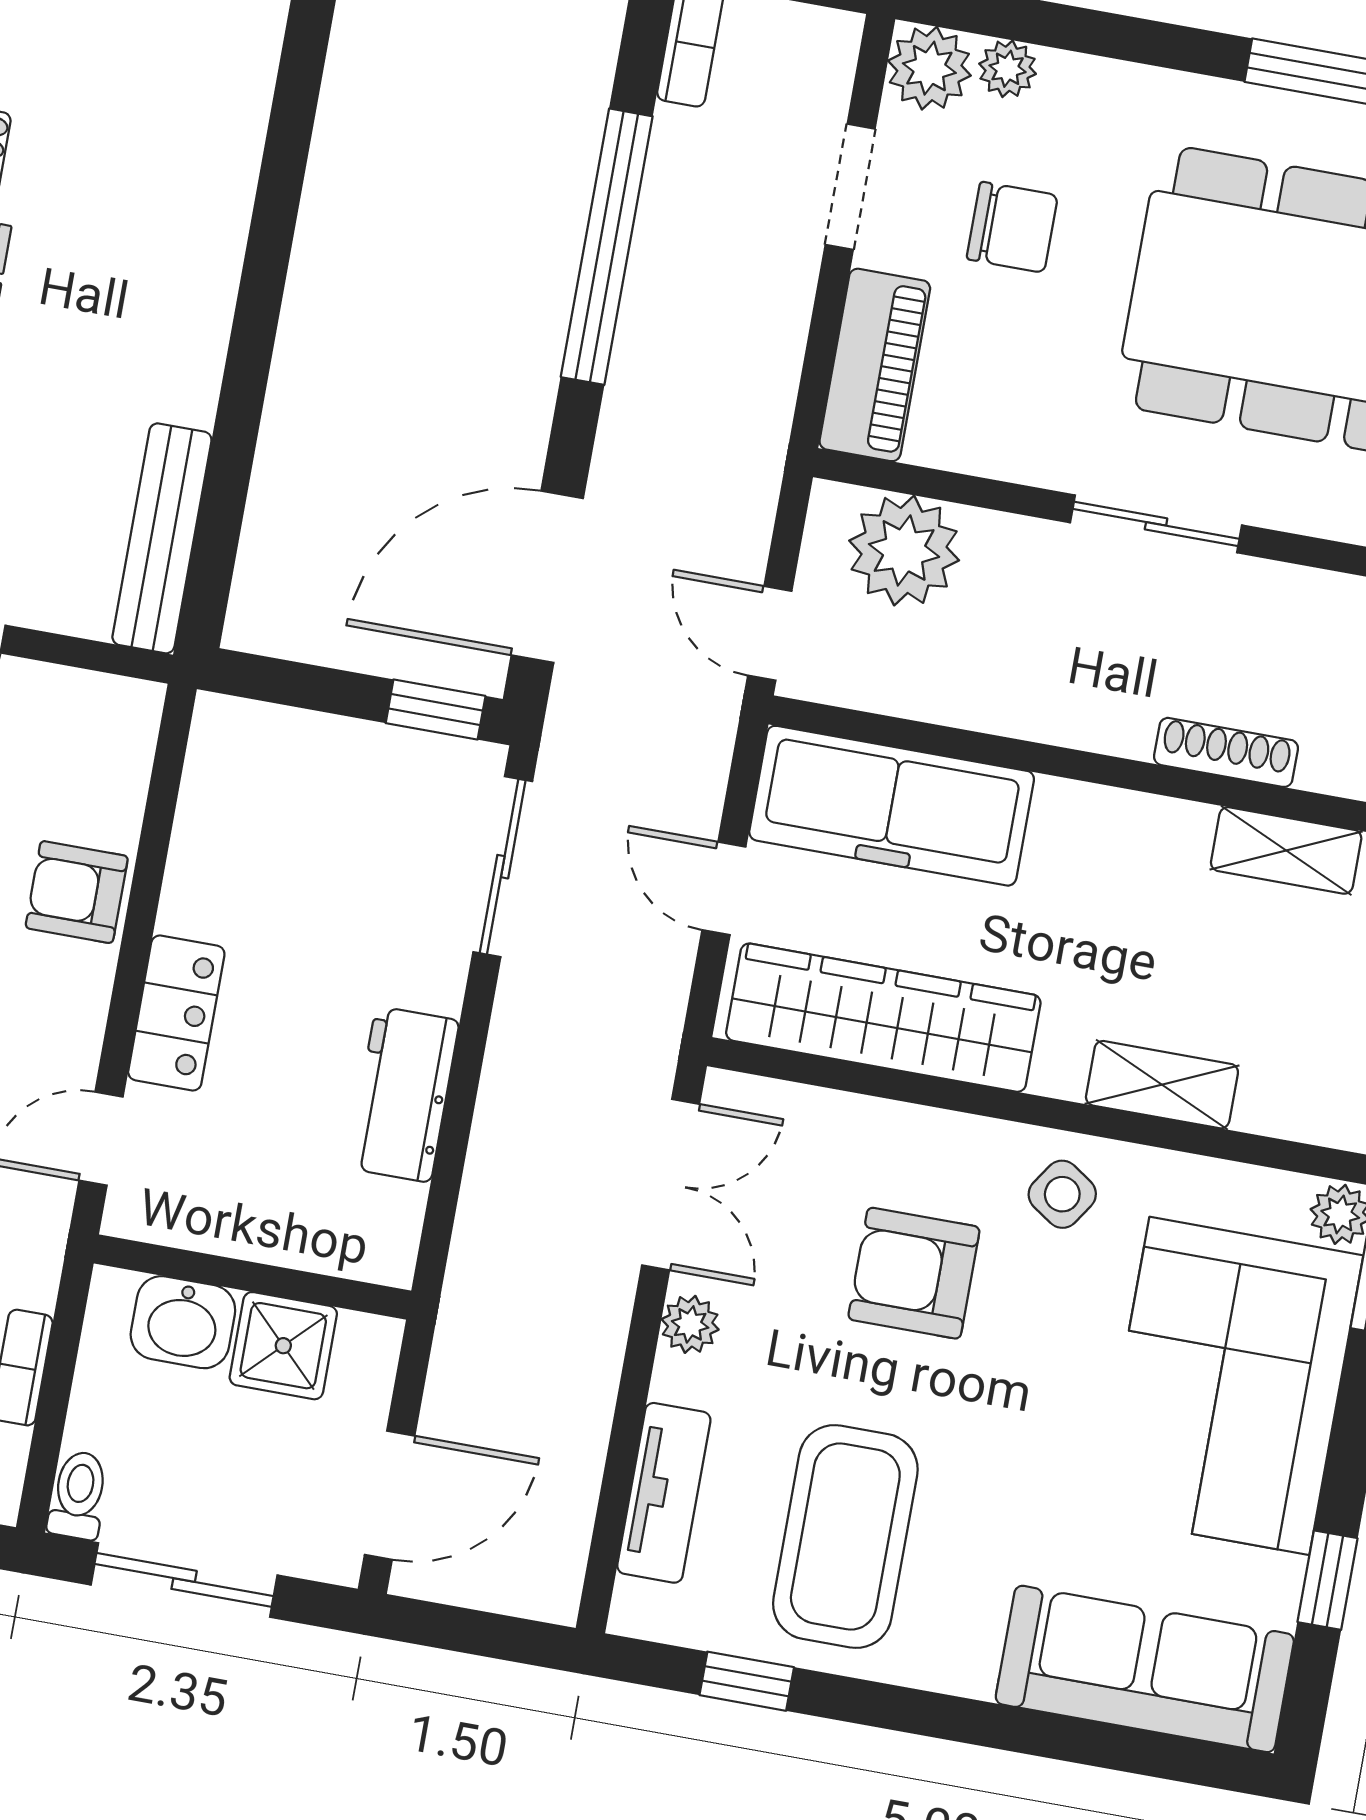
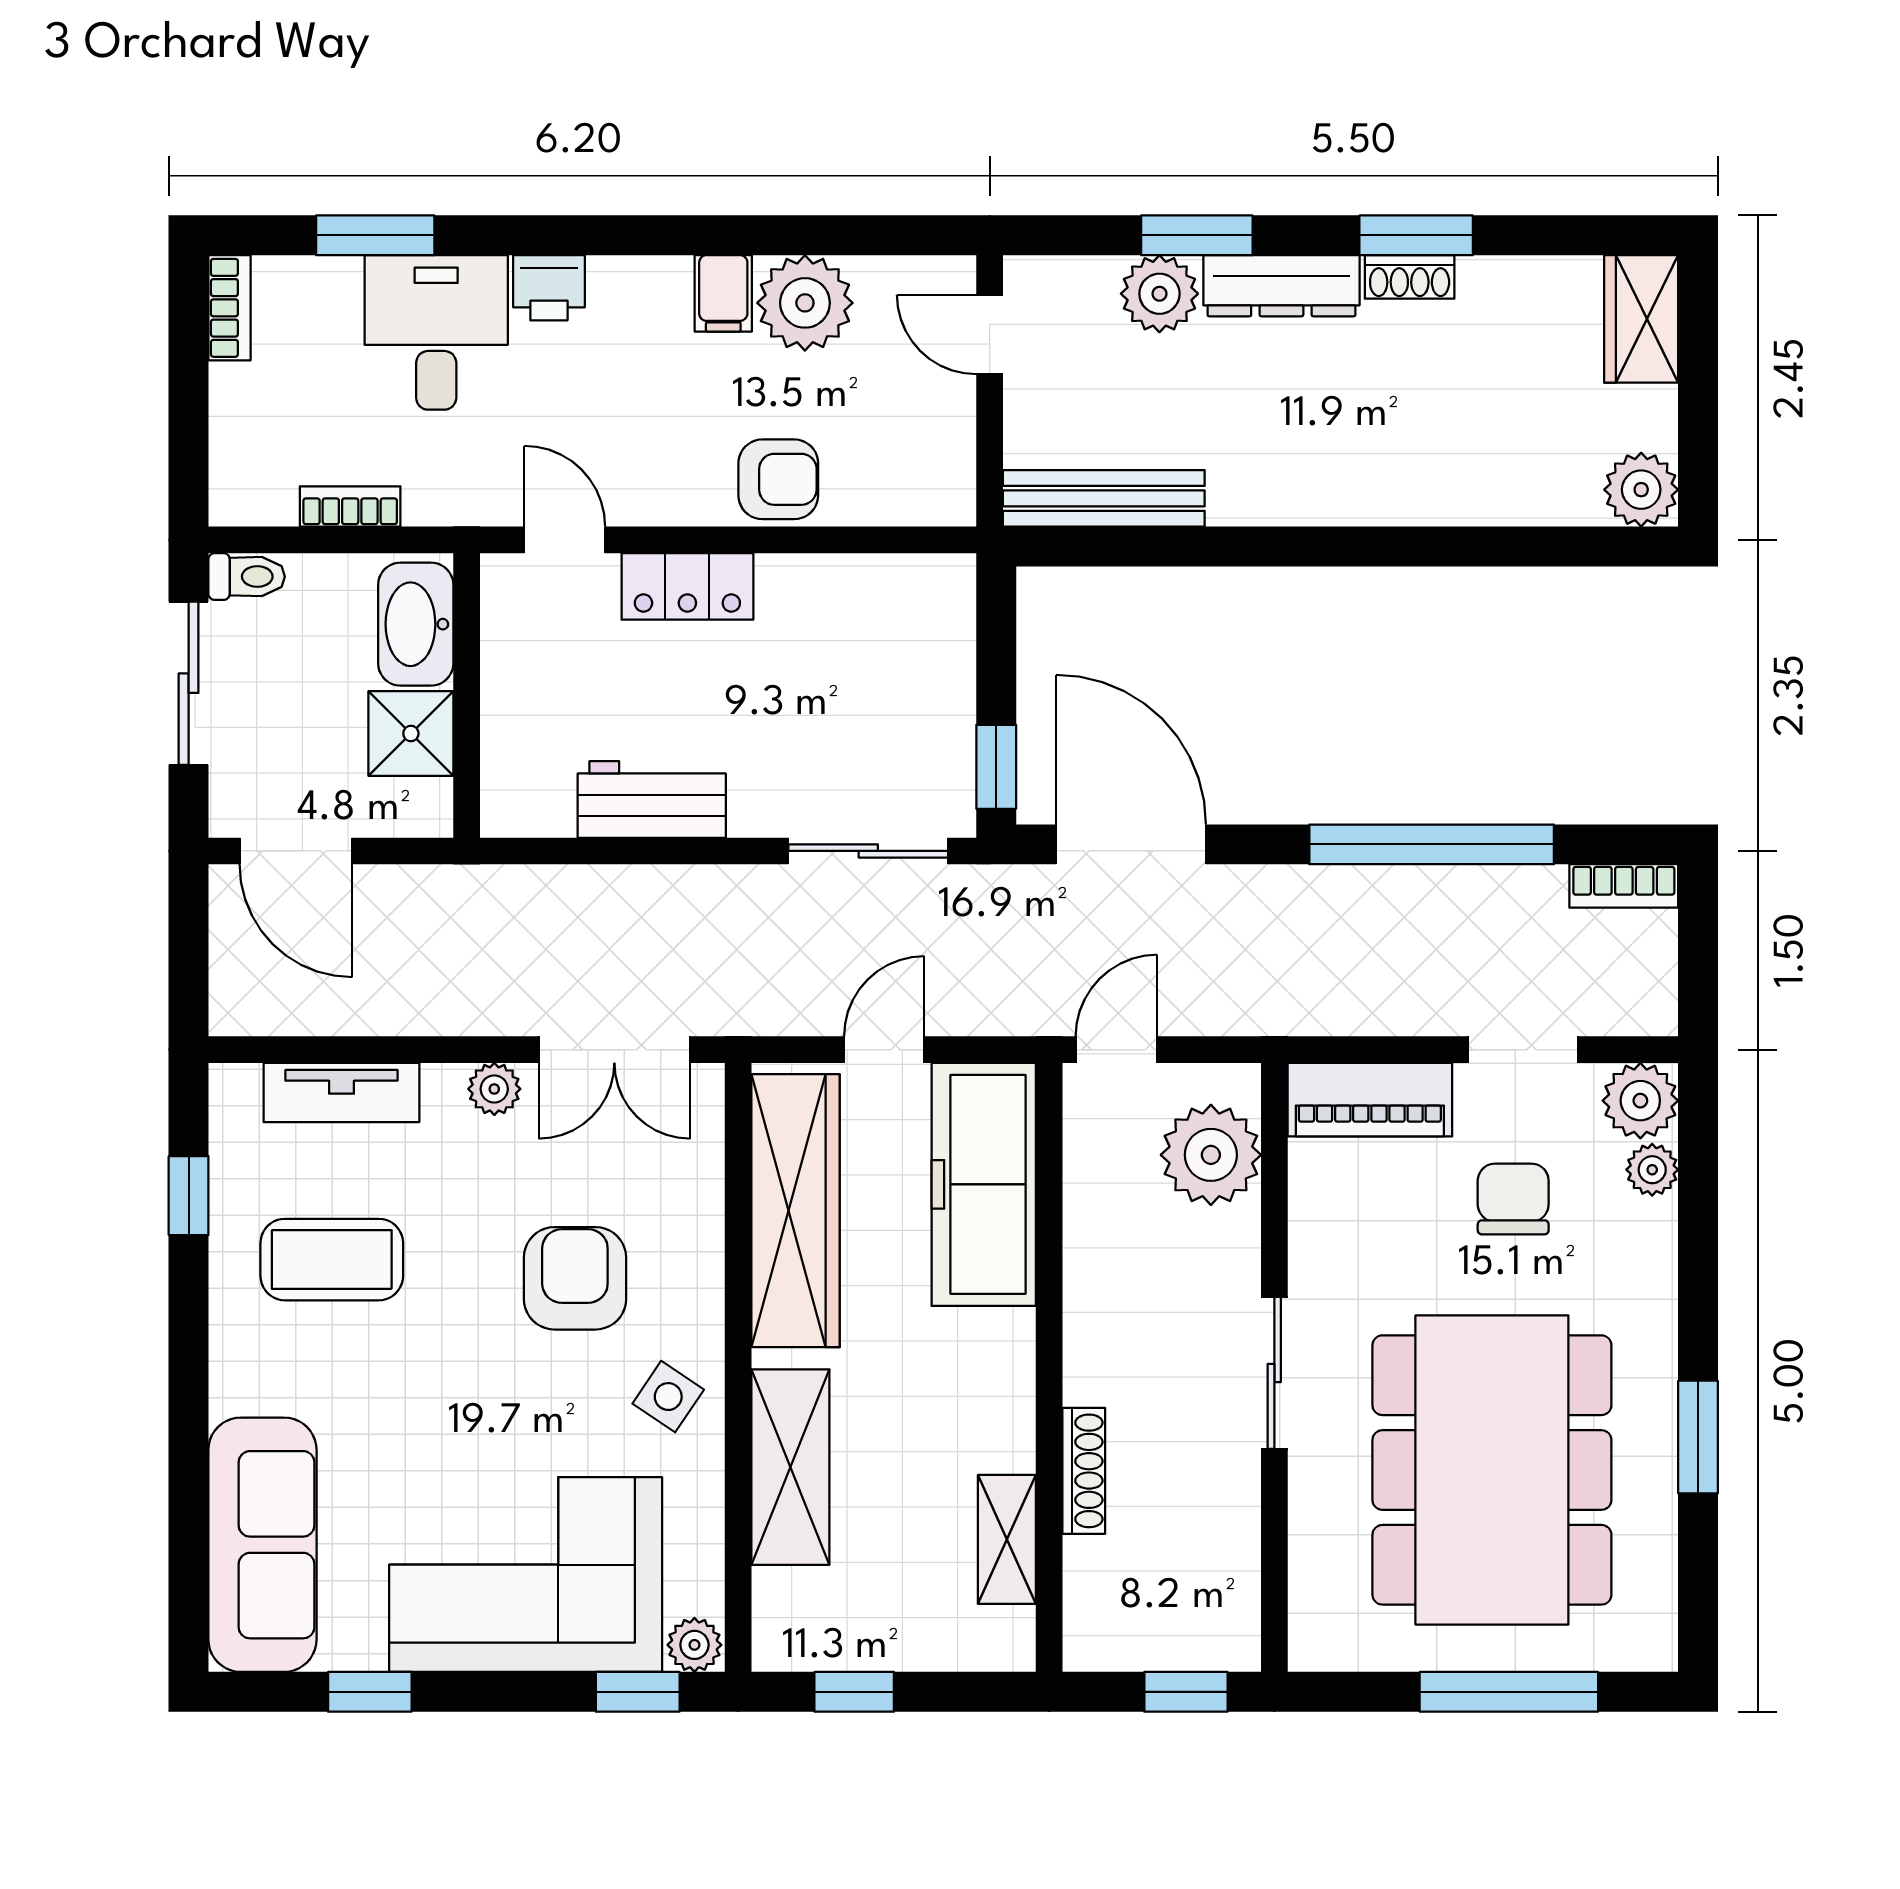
chair: (1012, 227) -> (1513, 1199), turned 180
armchair: (77, 892) -> (778, 479), turned 90
shelving: (1162, 1085) -> (790, 1467), width x1.50, depth x1.33
washbasin: (183, 1322) -> (416, 624), width x1.38
coffee table: (845, 1537) -> (332, 1260), width x0.73, depth x0.76

